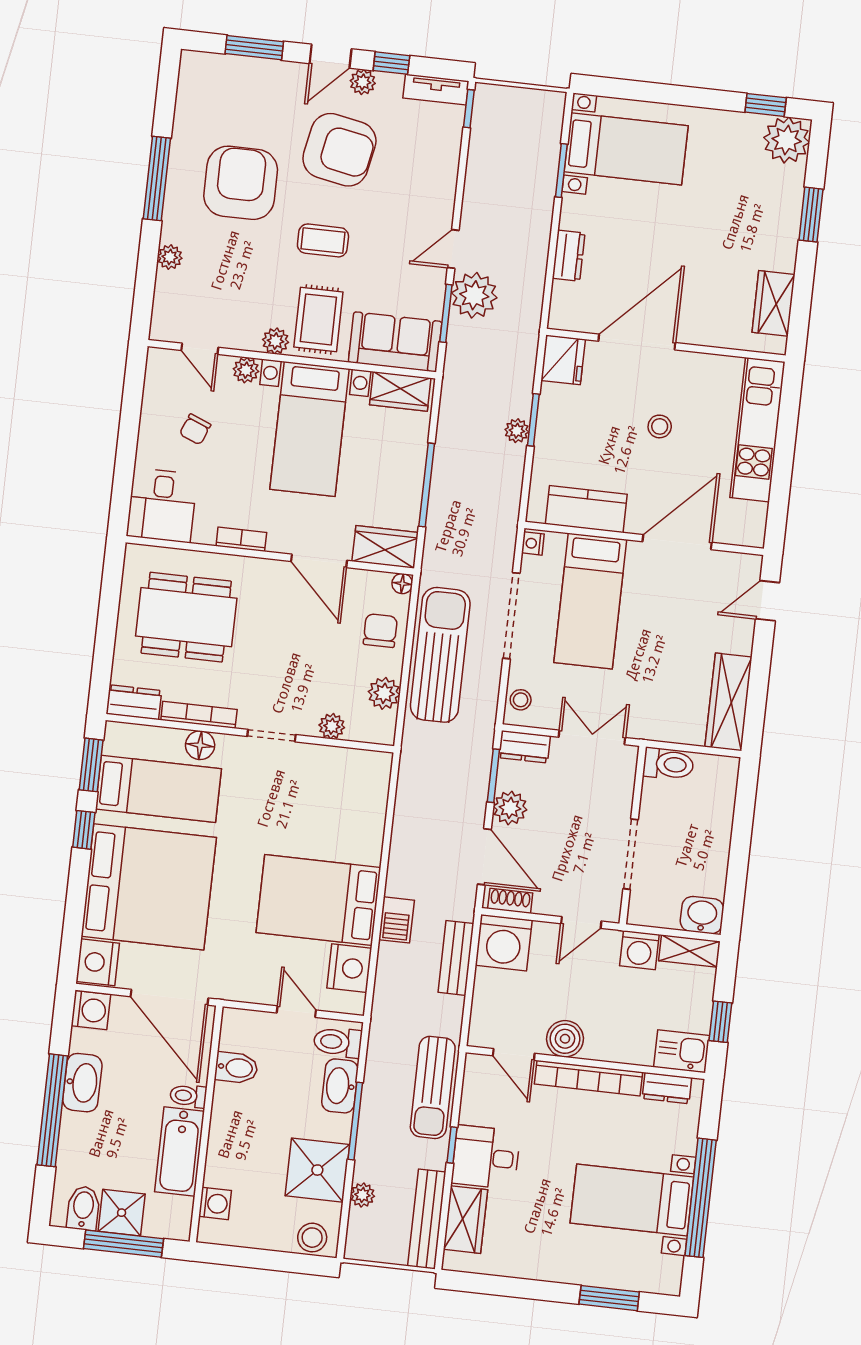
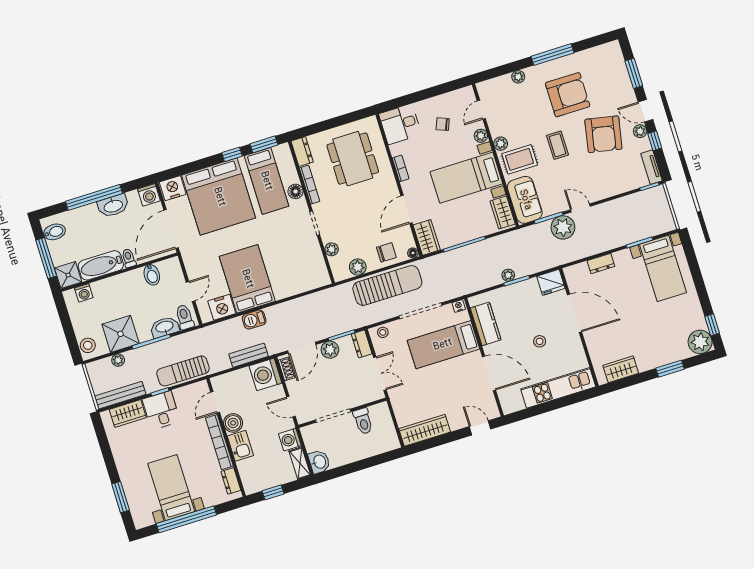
toilet: (668, 764) -> (363, 421), moved
kitchen sink: (682, 1051) -> (240, 446), moved
shower: (122, 1213) -> (68, 275), moved

